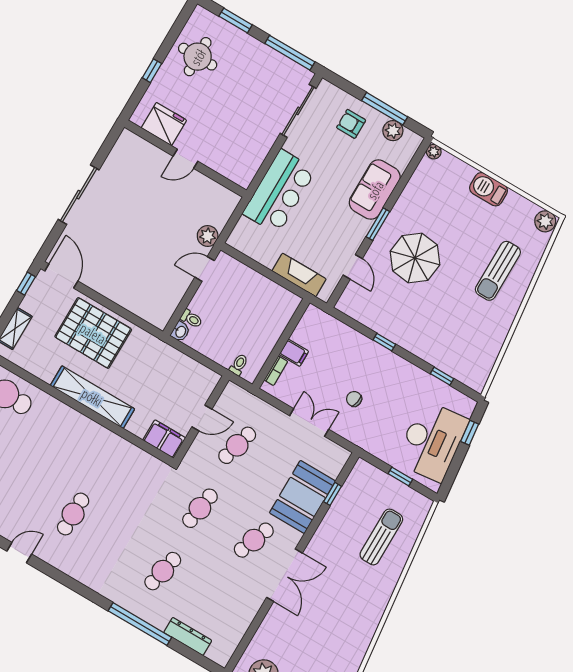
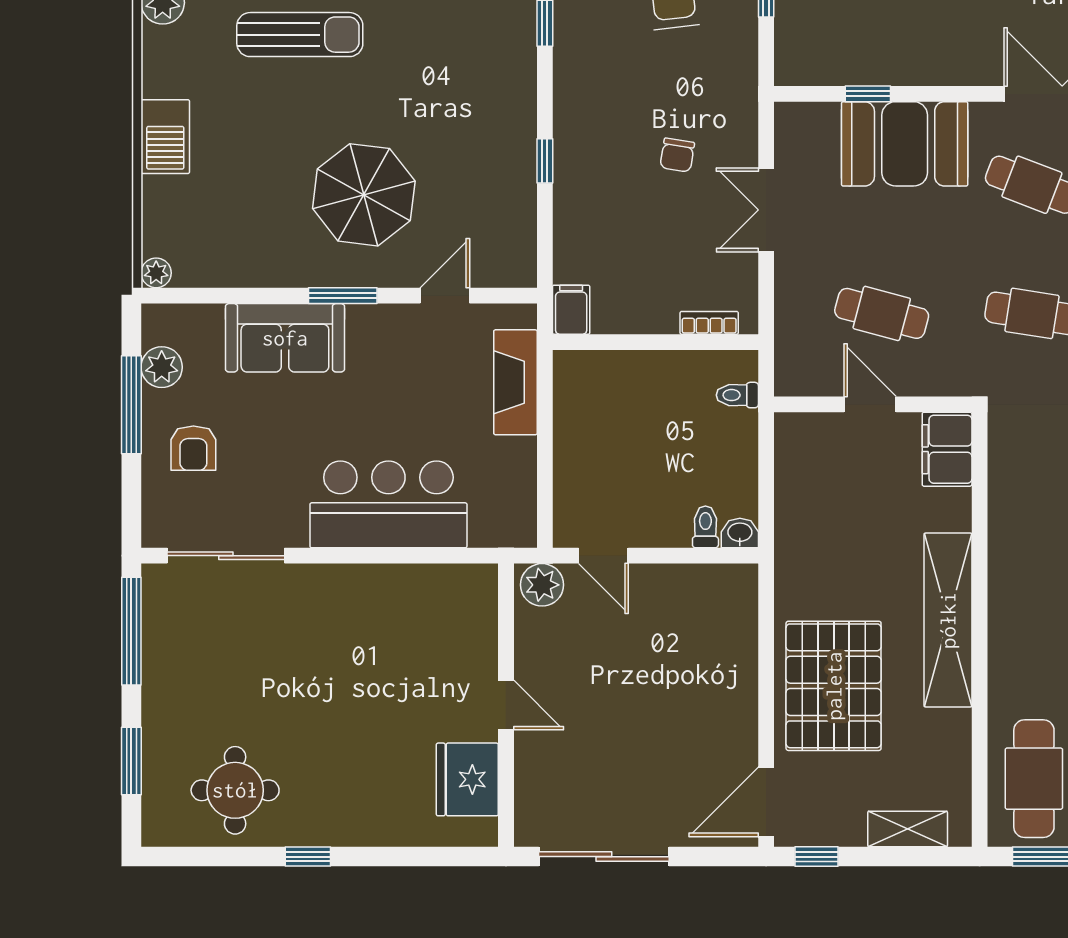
fridge: (164, 124) -> (467, 779), moved
door: (185, 159) -> (506, 705), moved
wall: (185, 159) -> (506, 705), moved
filing cabinet: (294, 353) -> (571, 310), moved

